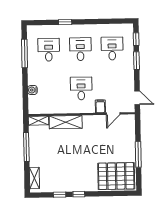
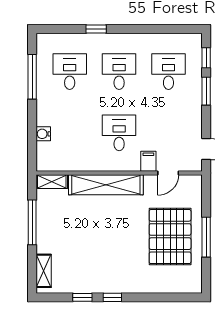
shelving: (66, 122) -> (106, 185), width x1.47
pallet: (116, 176) -> (170, 237), moved, turned 90

